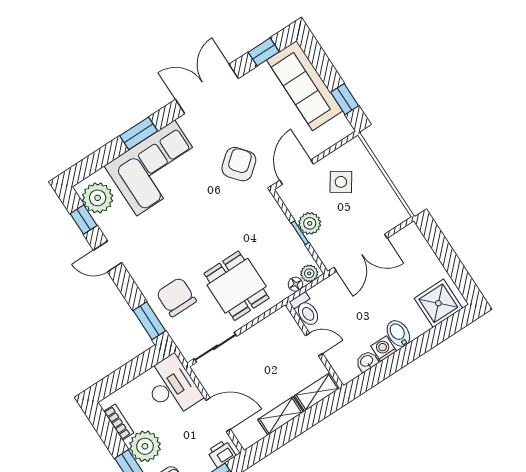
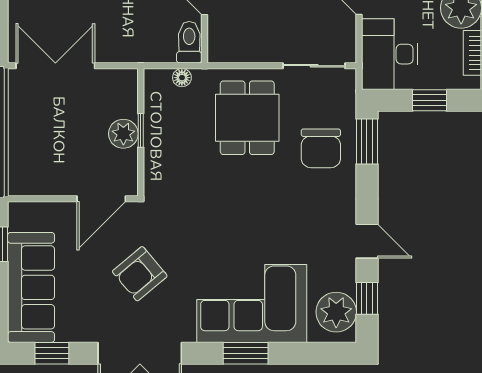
armchair: (239, 164) -> (140, 274), moved
side table: (341, 182) -> (60, 157), removed
double door: (361, 253) -> (55, 66), moved
plant: (309, 273) -> (159, 80), removed
window: (126, 374) -> (429, 100), added

